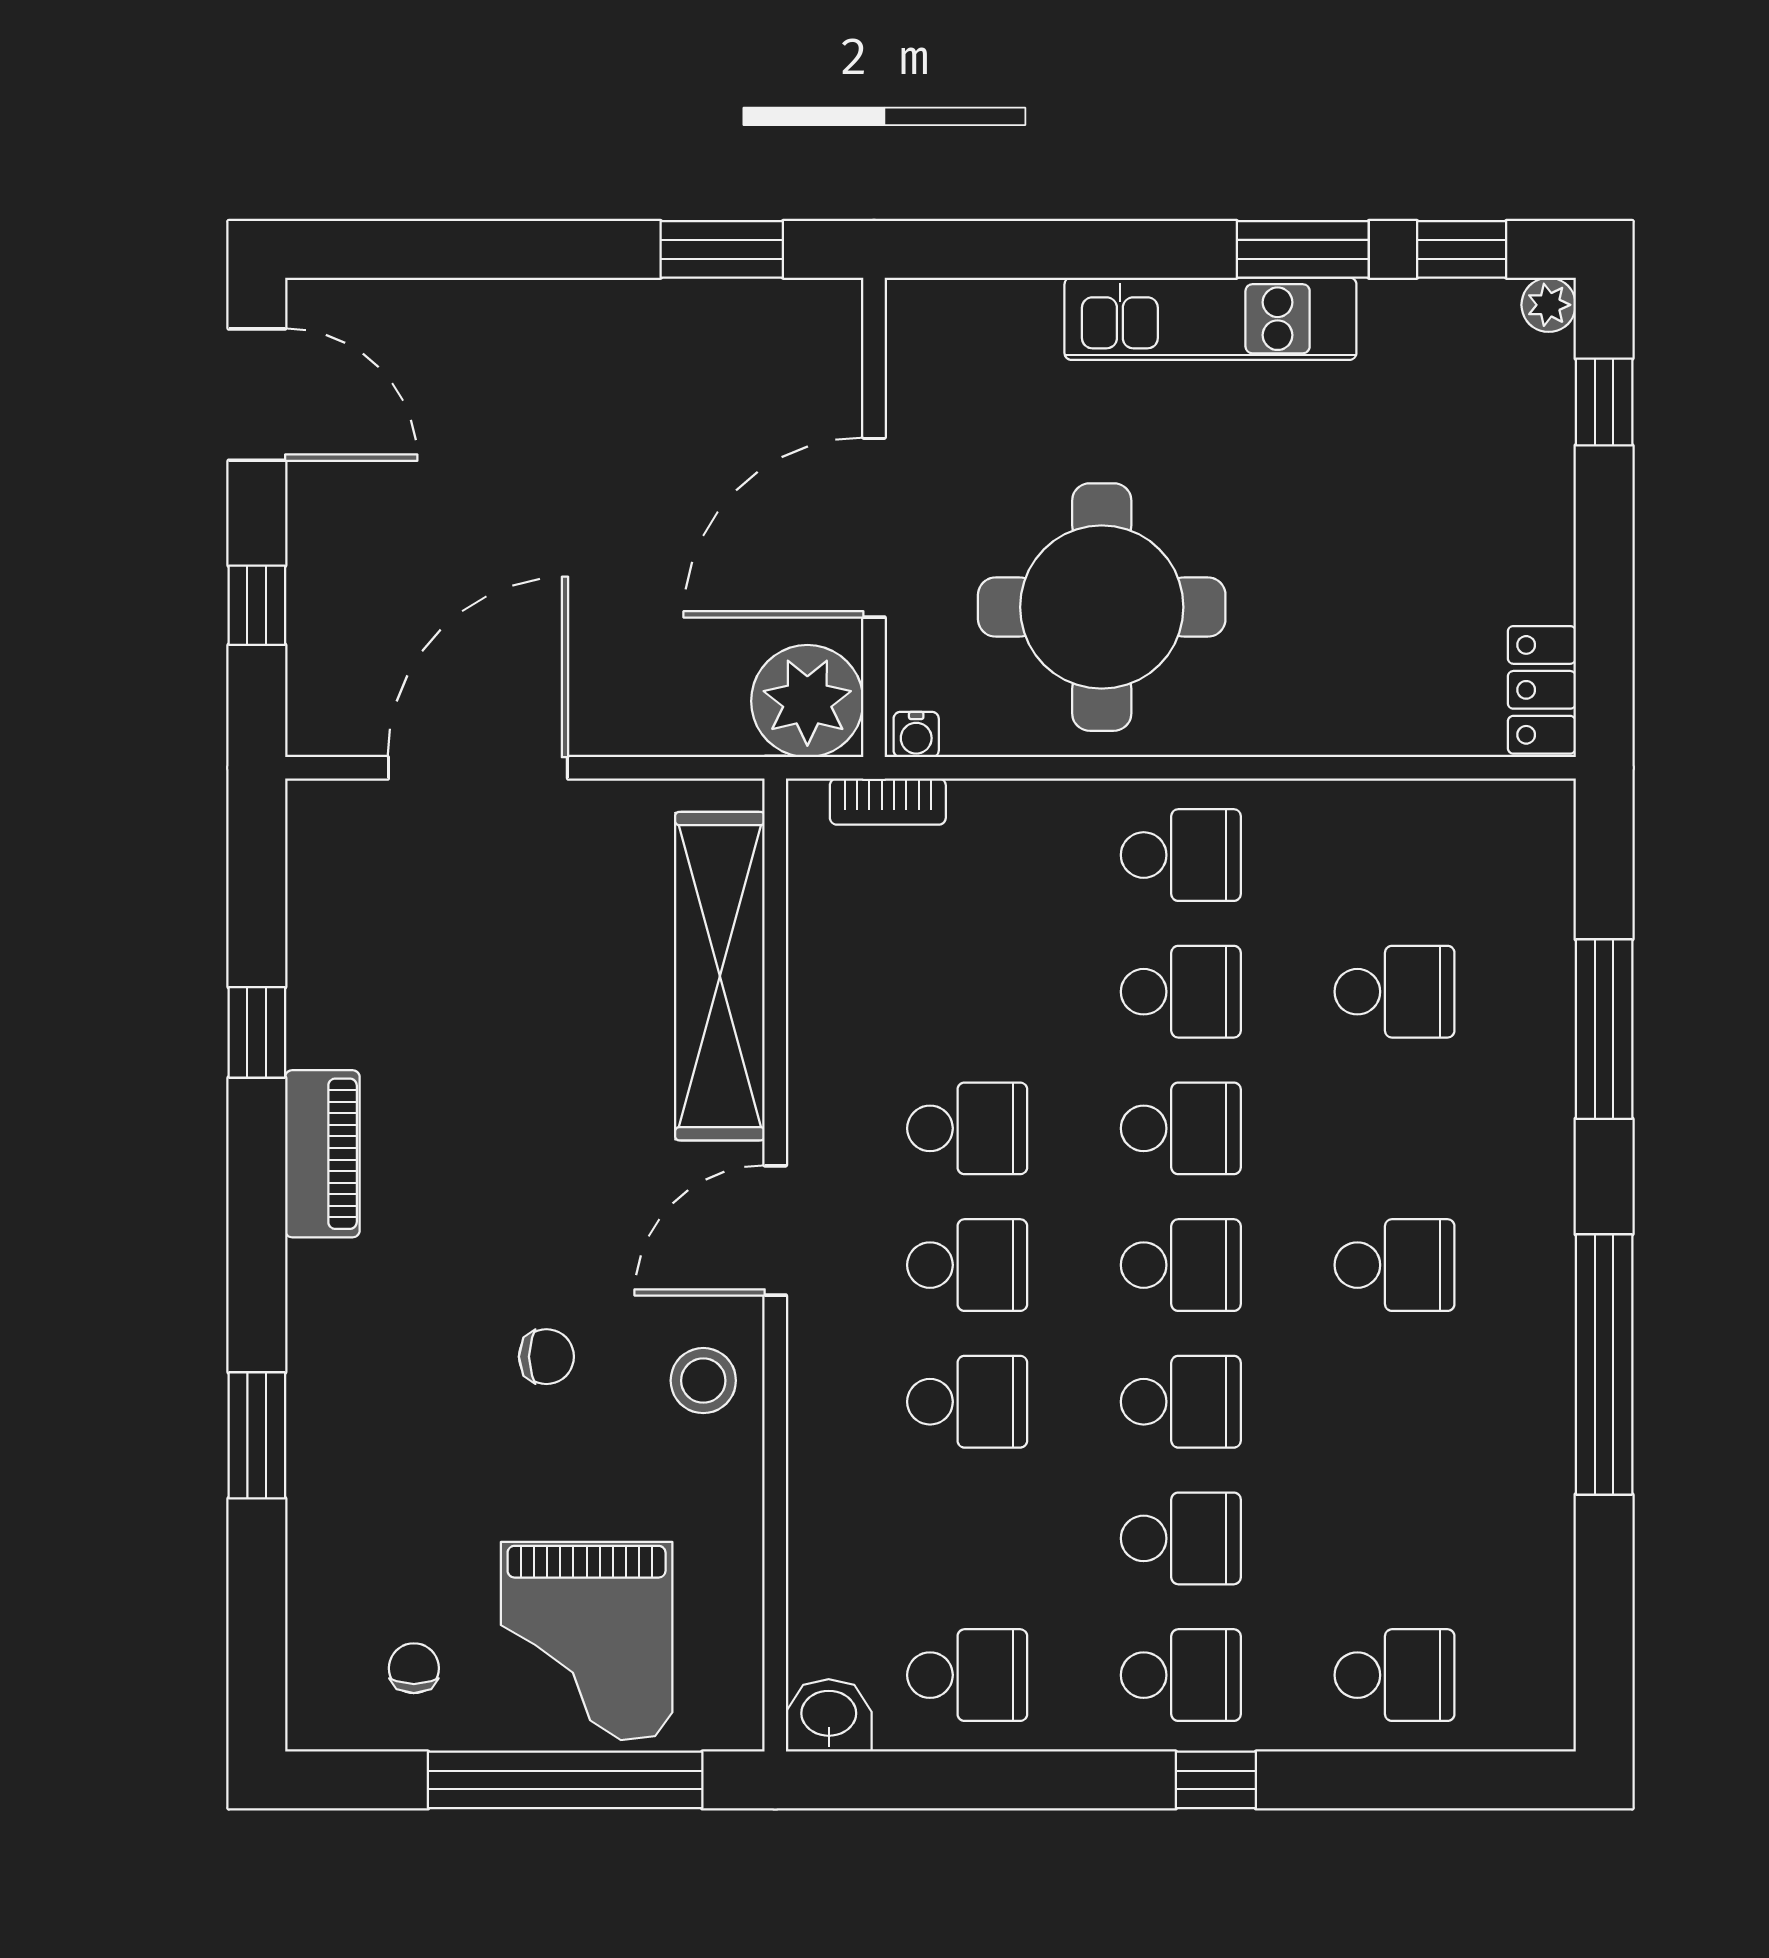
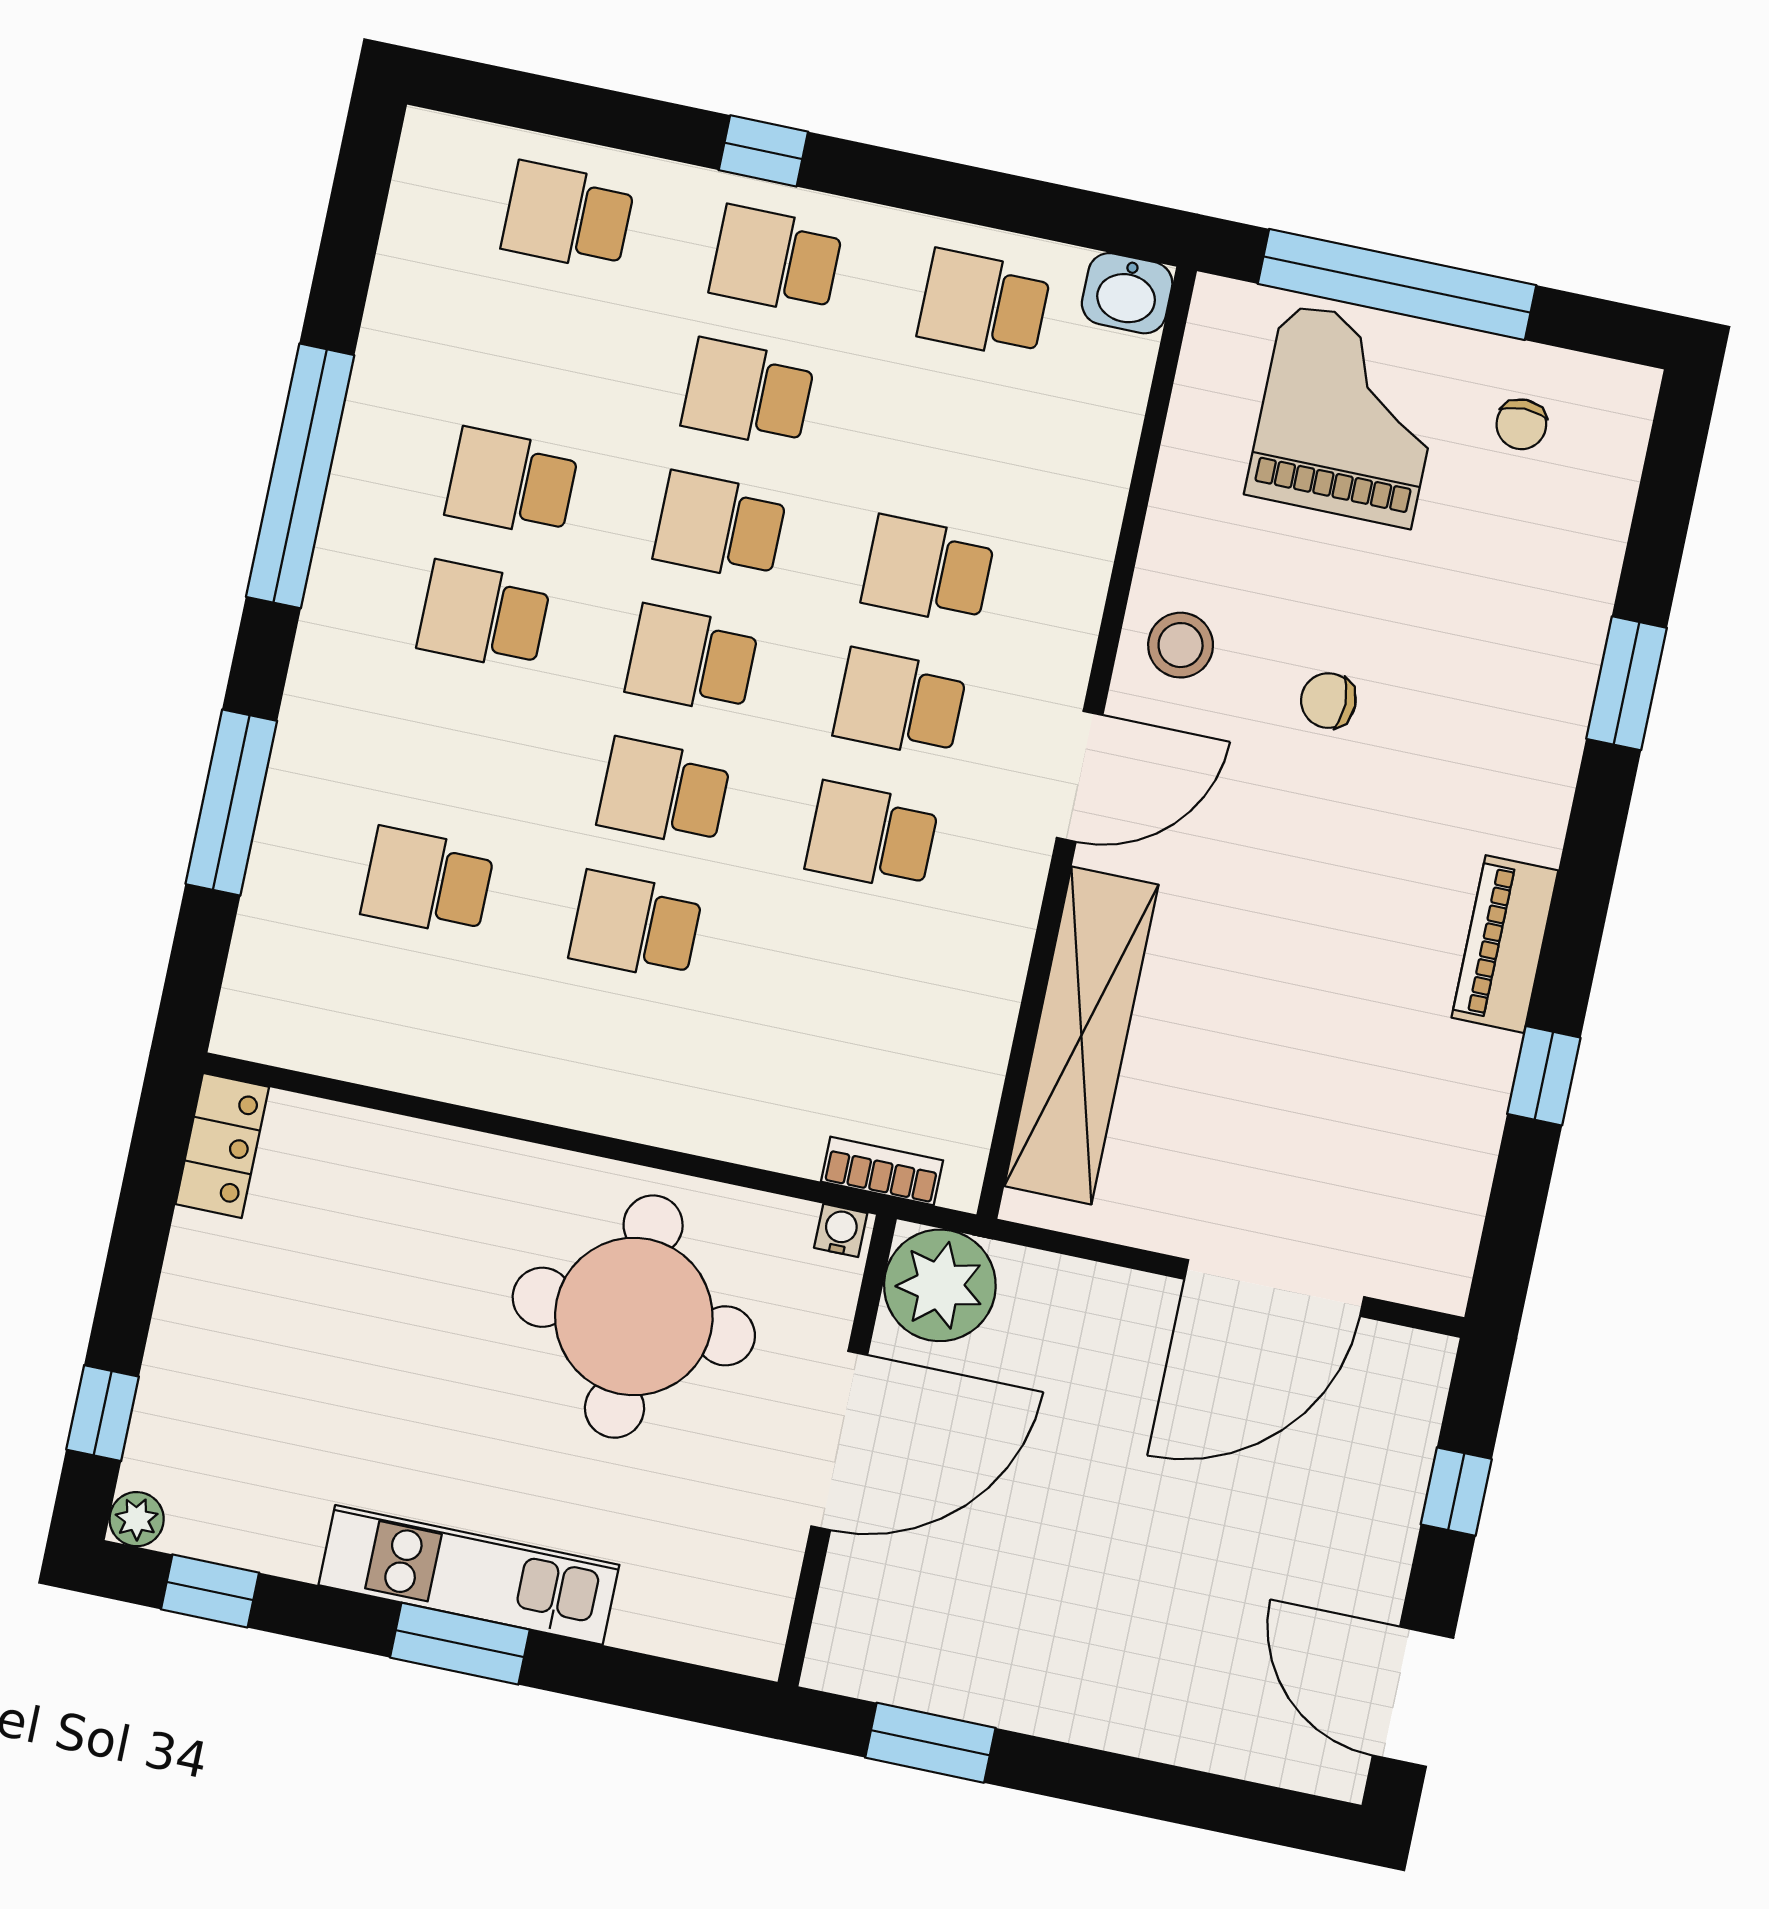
window: (1303, 249) -> (460, 1644), moved
school desk: (1181, 855) -> (512, 483), moved

